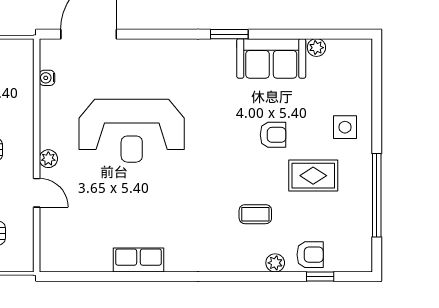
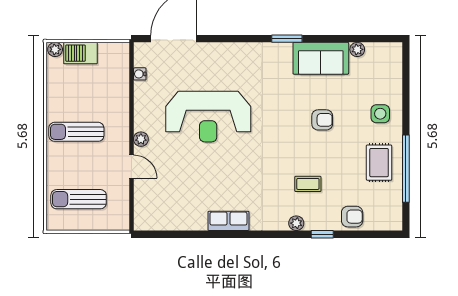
rug: (313, 176) -> (379, 163), moved, turned 90
row of seats: (139, 260) -> (228, 221), moved
plant: (275, 263) -> (296, 223), moved
window: (320, 276) -> (322, 234), moved

